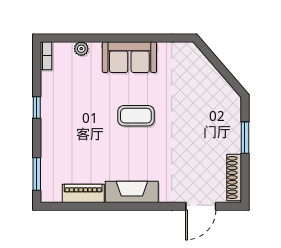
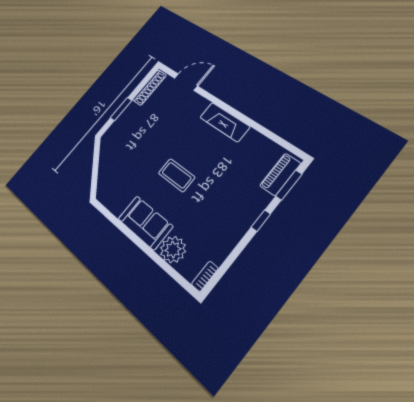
plant: (81, 49) -> (173, 250), width x1.88, depth x1.88
window: (37, 107) -> (261, 221), moved
piano: (83, 193) -> (280, 174), moved, turned 90

